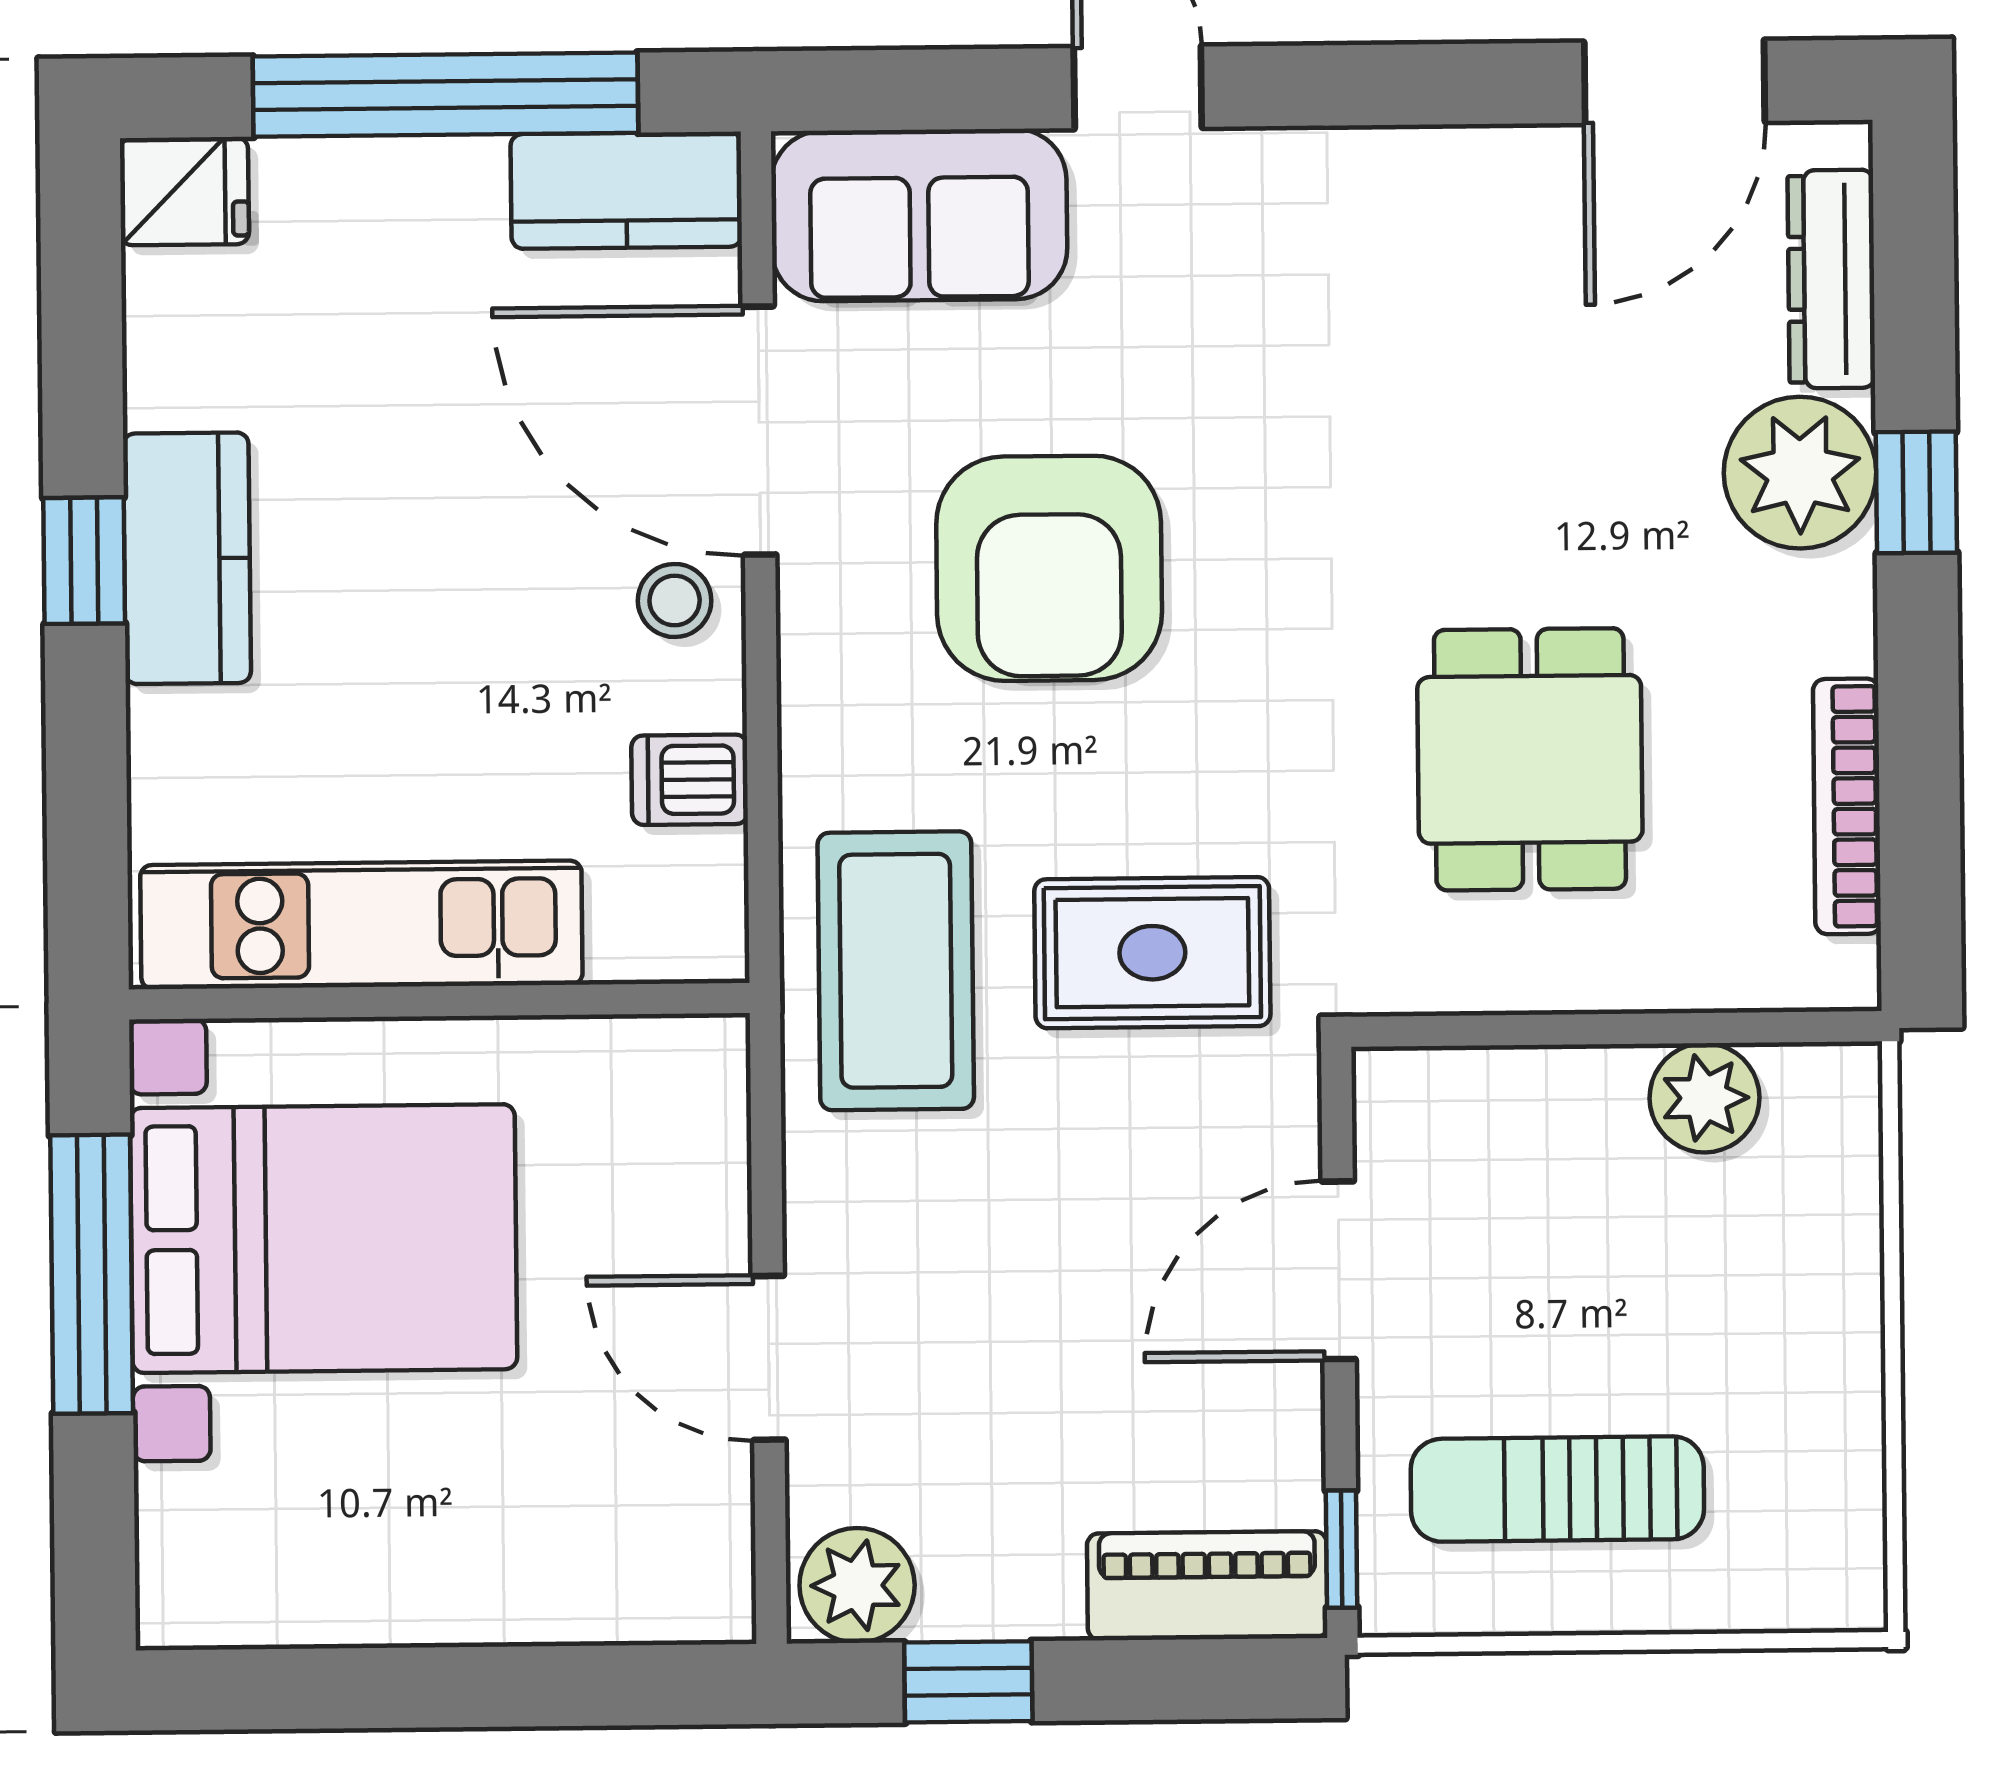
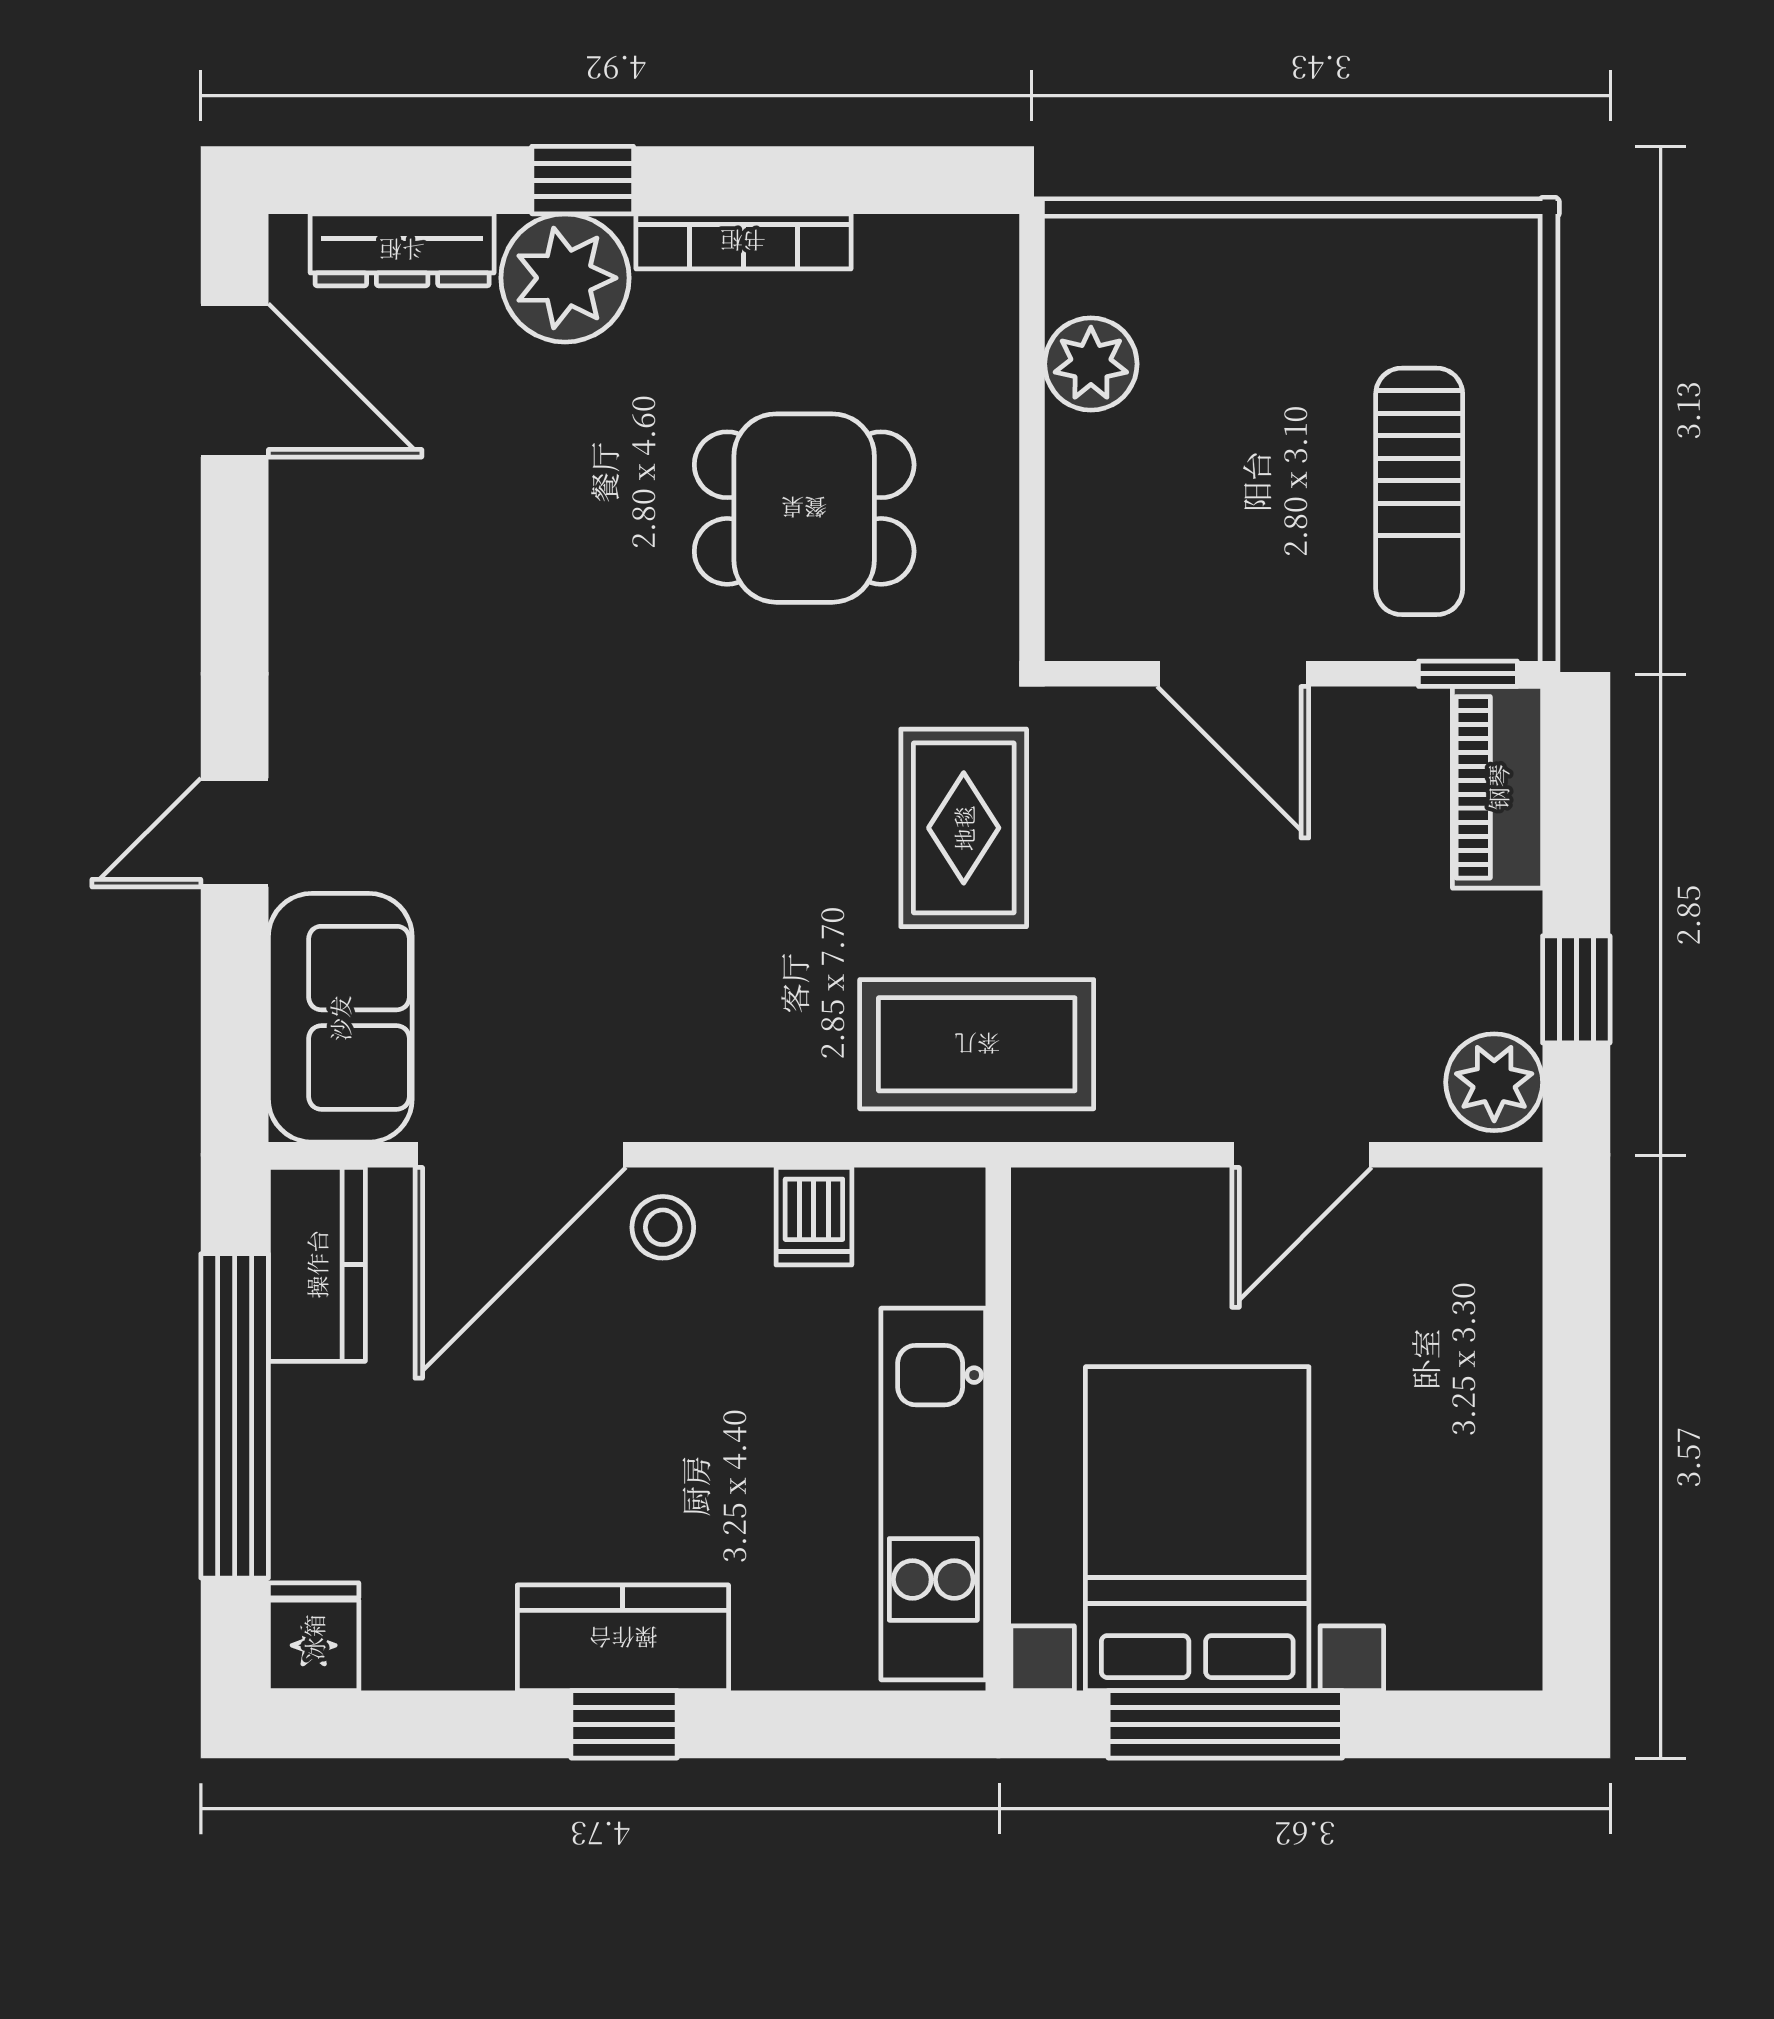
armchair: (1049, 568) -> (639, 912), removed
bookcase: (1847, 806) -> (743, 241), moved

